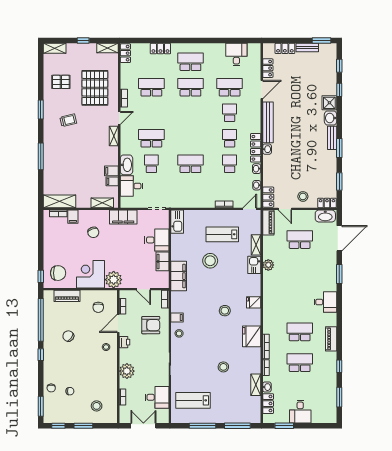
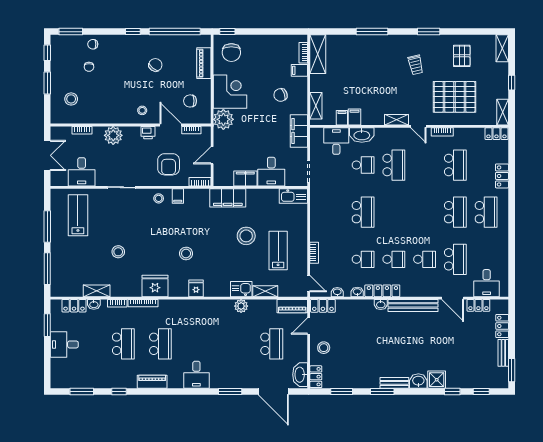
desk: (236, 55) -> (487, 283), moved, turned 90

